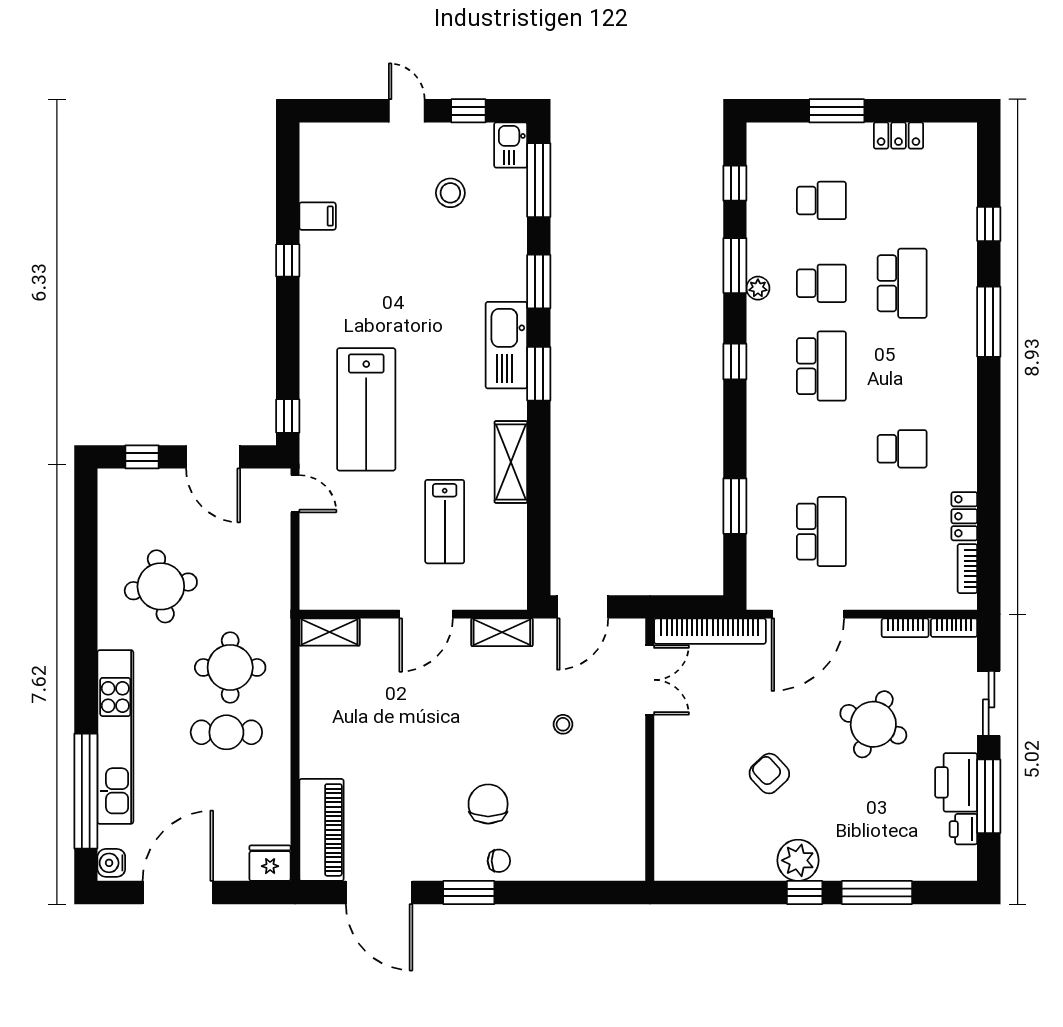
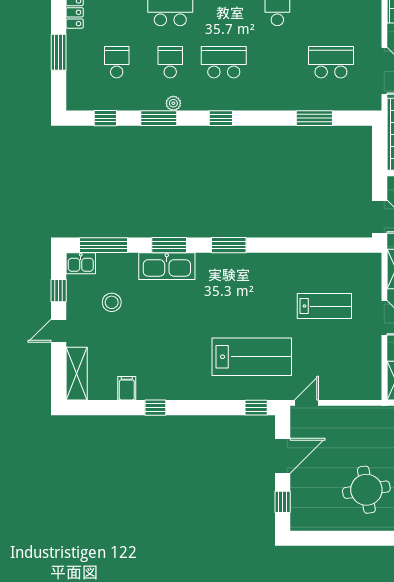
kitchen sink: (506, 345) -> (167, 266), moved
shelving: (511, 462) -> (77, 374), moved, turned 90

